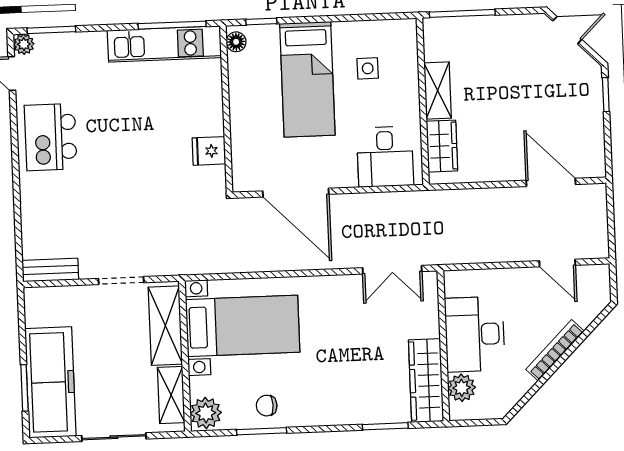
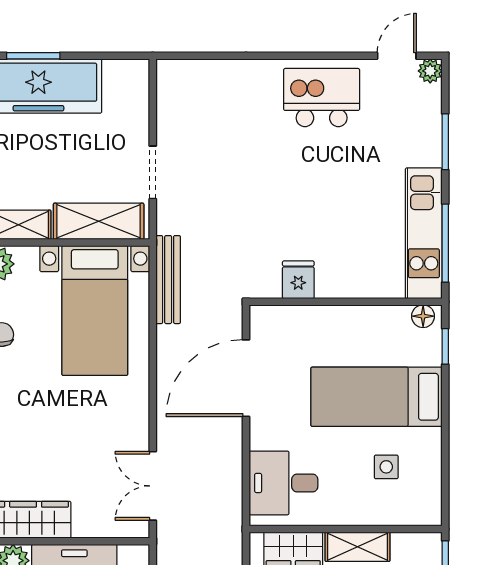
window: (51, 30) -> (445, 142), moved
bench: (50, 270) -> (168, 280), moved, width x1.36

